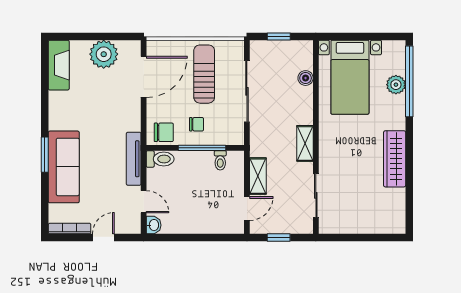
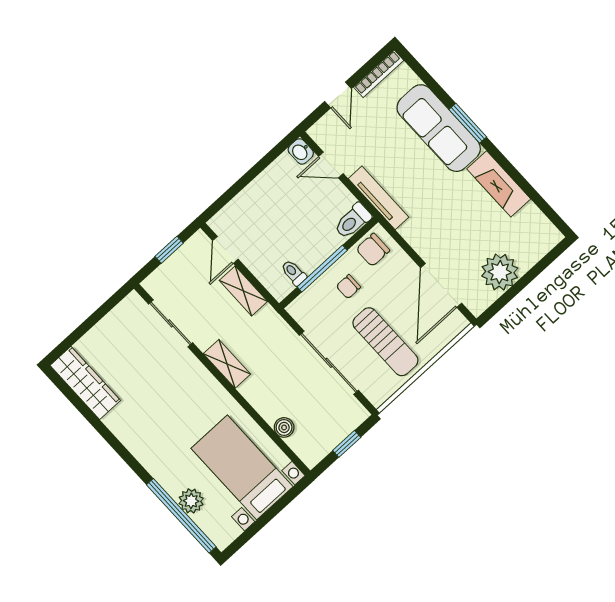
fireplace: (59, 65) -> (499, 184), moved
wardrobe: (395, 159) -> (85, 383), moved

